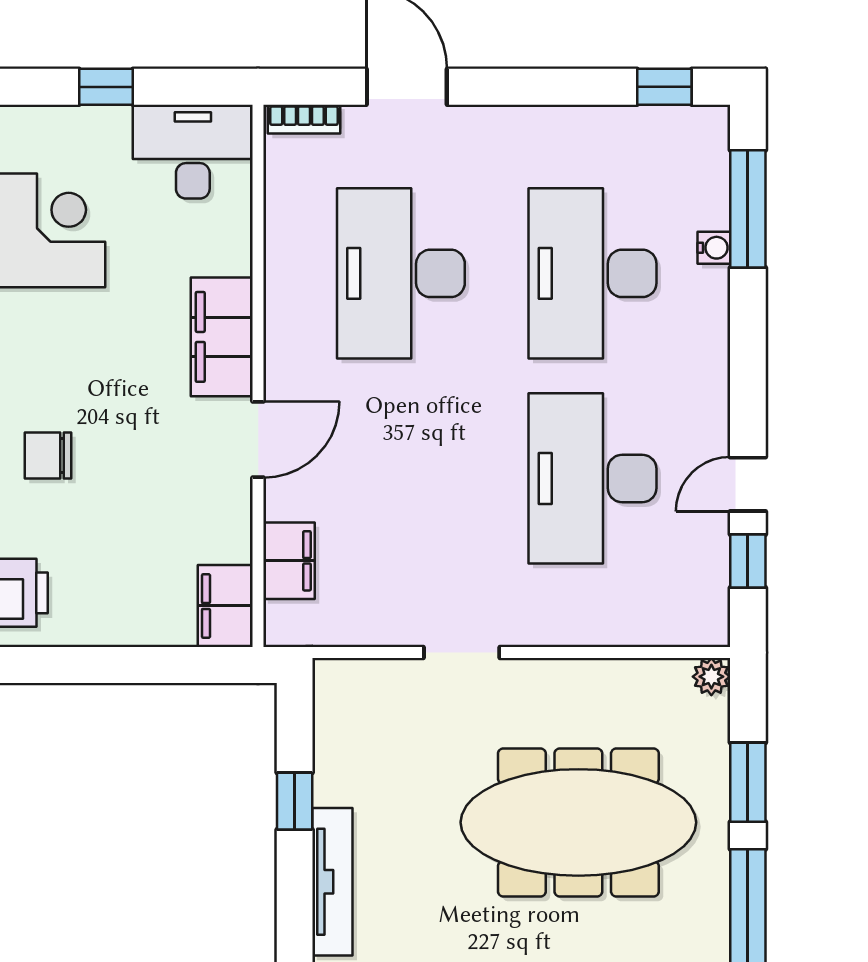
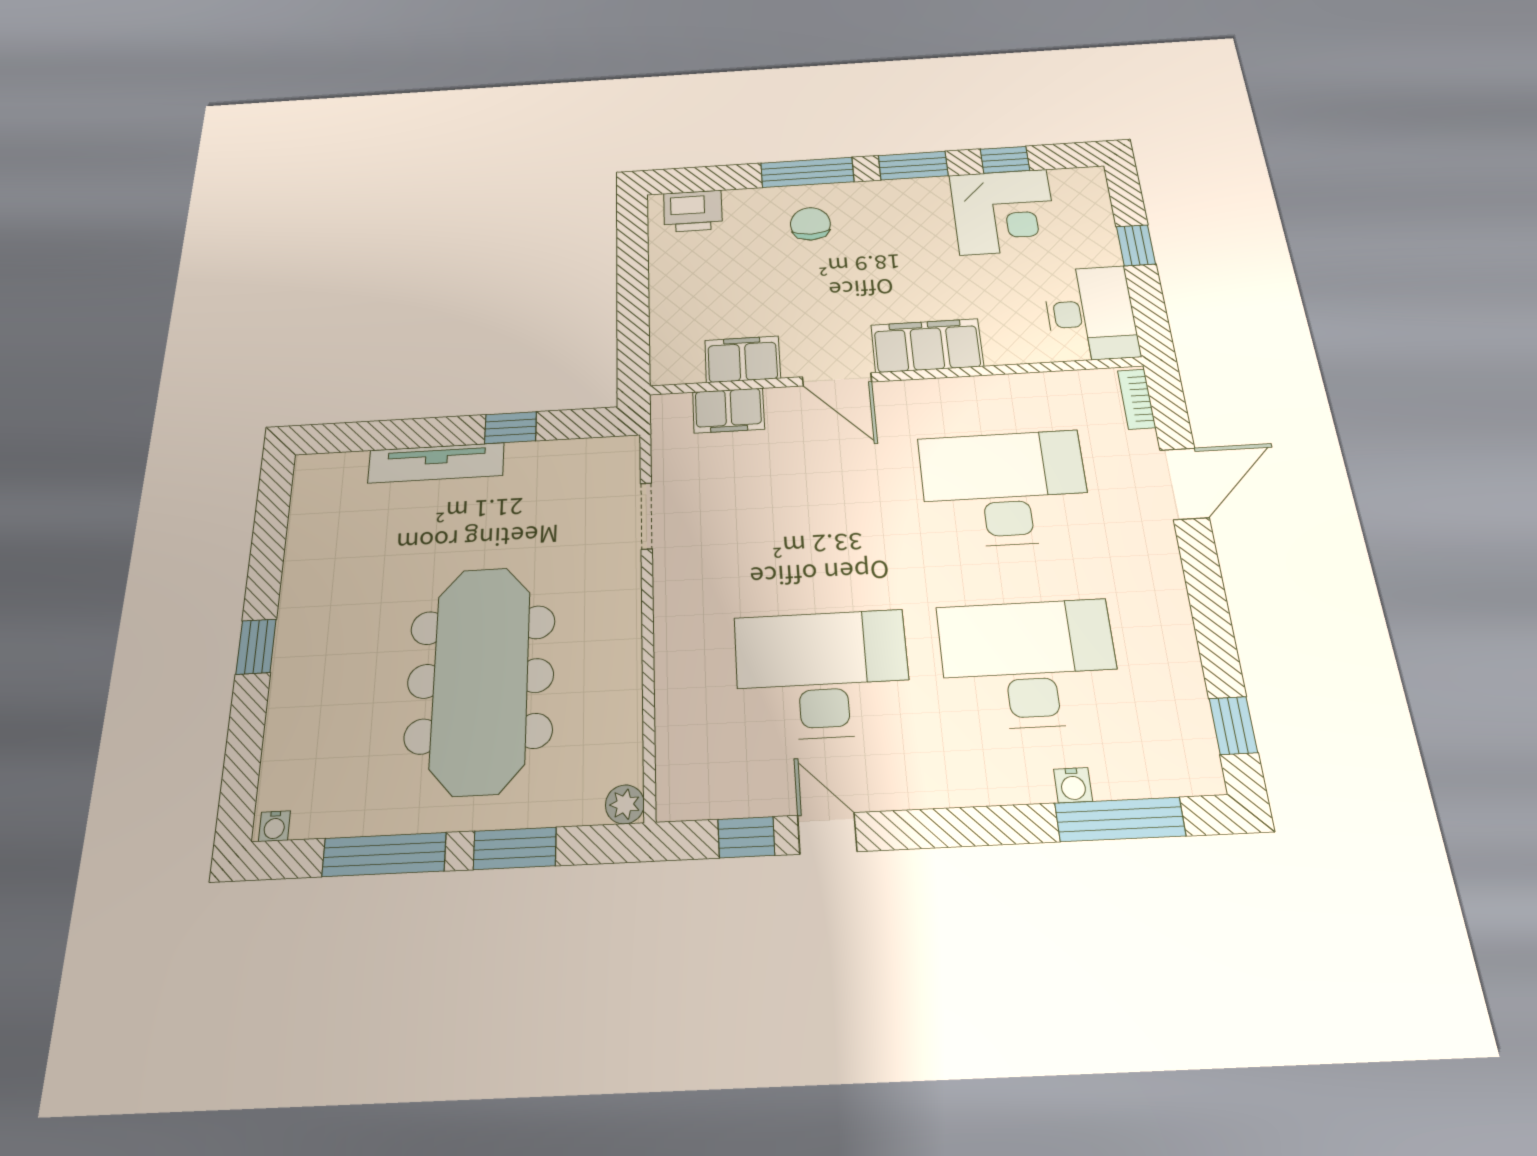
filing cabinet: (225, 606) -> (743, 359), moved
doorway: (462, 653) -> (646, 516), moved

